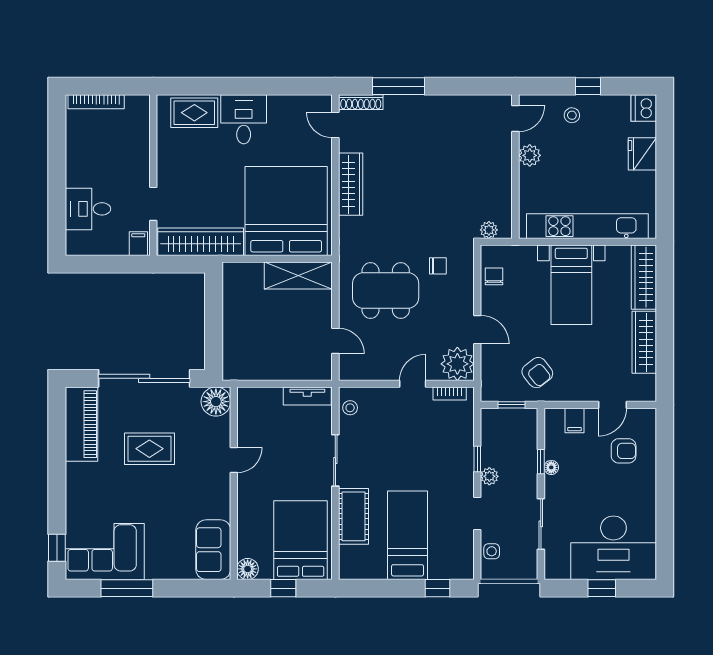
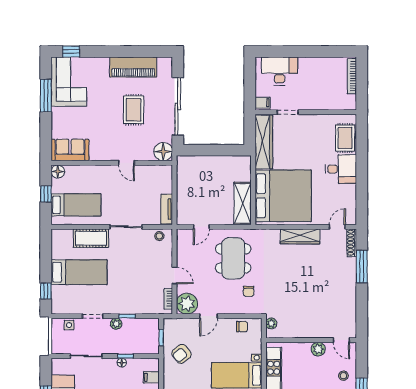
desk: (88, 209) -> (280, 71), width x1.37
piano: (82, 424) -> (133, 67), moved
bed: (301, 540) -> (76, 205), width x0.67

